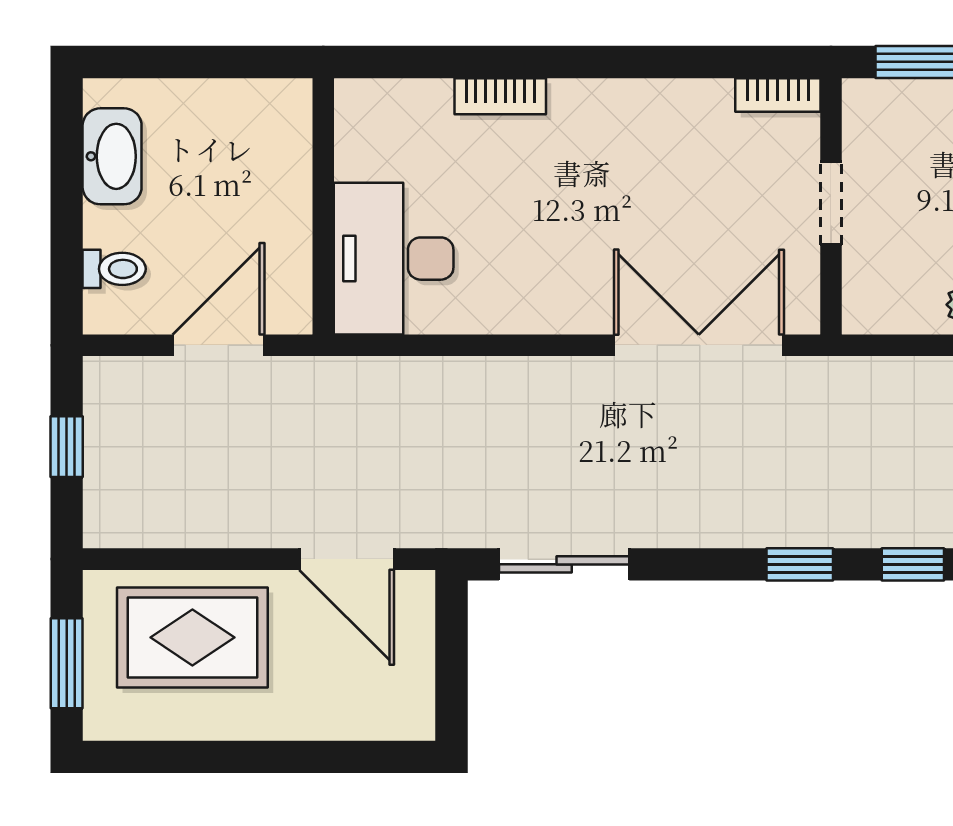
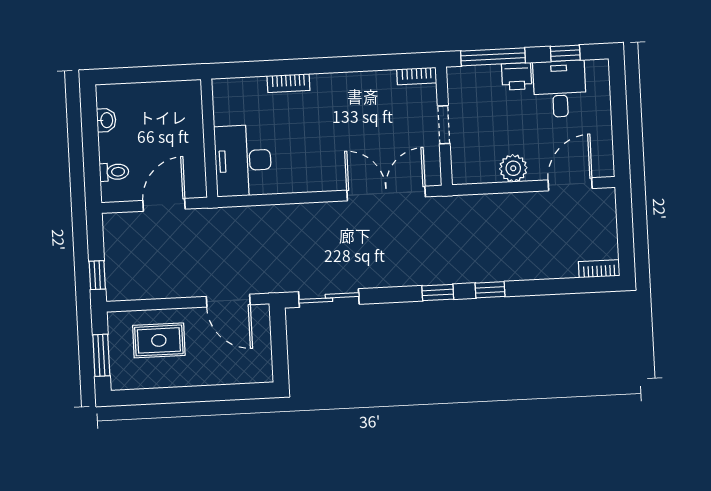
washbasin: (112, 156) -> (106, 120), width x0.52, depth x0.69
window: (67, 447) -> (97, 275), moved
rug: (192, 637) -> (159, 340), width x0.73, depth x0.70

